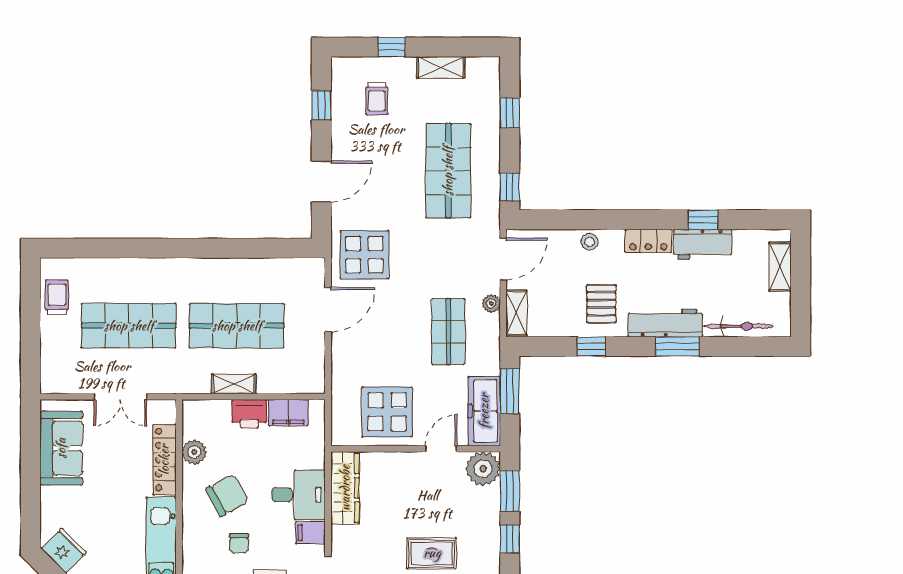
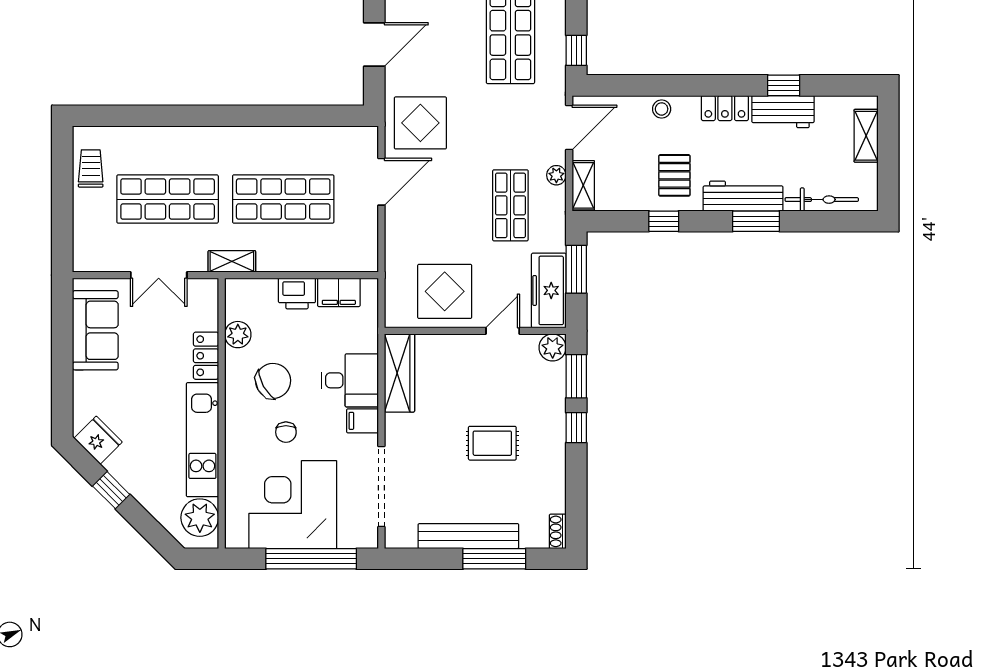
shelving: (234, 384) -> (232, 261), moved
locker: (164, 460) -> (206, 356), width x0.66
plant: (483, 469) -> (553, 347), width x0.73, depth x0.73

